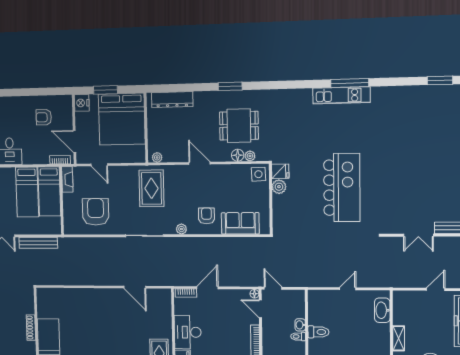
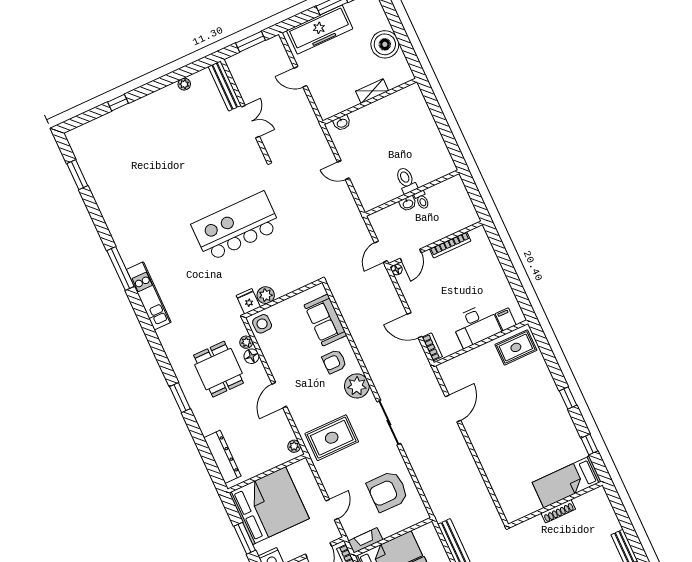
kitchen unit: (341, 95) -> (149, 296), moved
plant: (181, 229) -> (357, 386), width x1.88, depth x1.88
washbasin: (382, 310) -> (342, 123), width x0.52, depth x0.69

